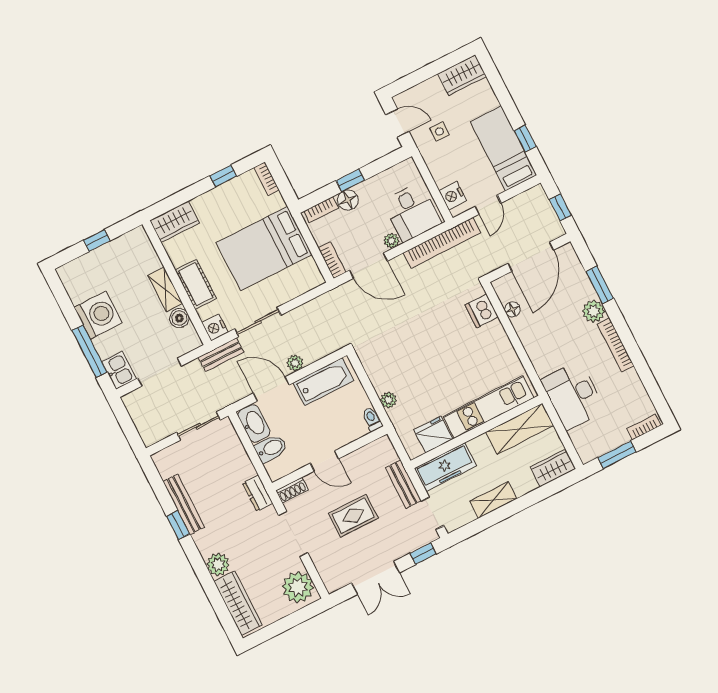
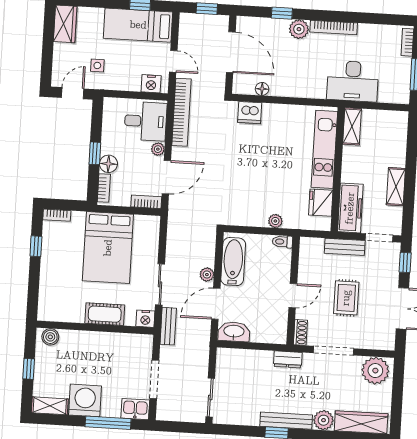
wardrobe: (174, 222) -> (49, 303), removed
window: (600, 285) -> (282, 13), width x0.67
shelving: (165, 289) -> (50, 406), moved
boiler: (179, 318) -> (50, 337), moved
sliding door: (198, 426) -> (210, 397), moved
shelving: (520, 429) -> (352, 126), width x0.67, depth x0.75
bidet: (271, 448) -> (260, 330), removed
wardrobe: (552, 468) -> (398, 128), removed
bench: (184, 504) -> (286, 421), moved

